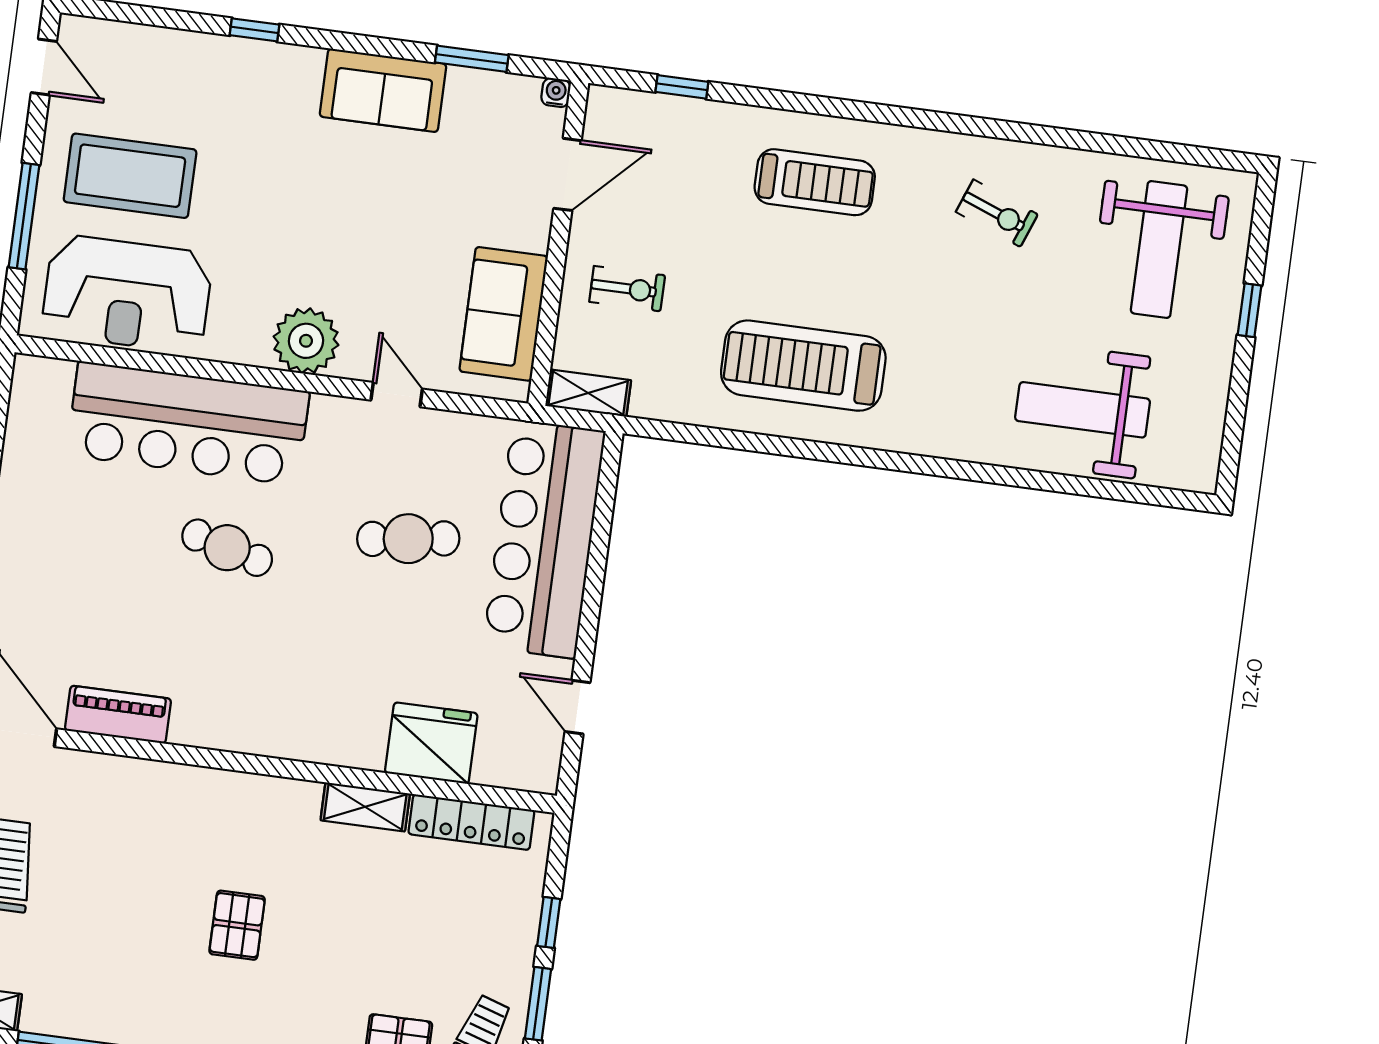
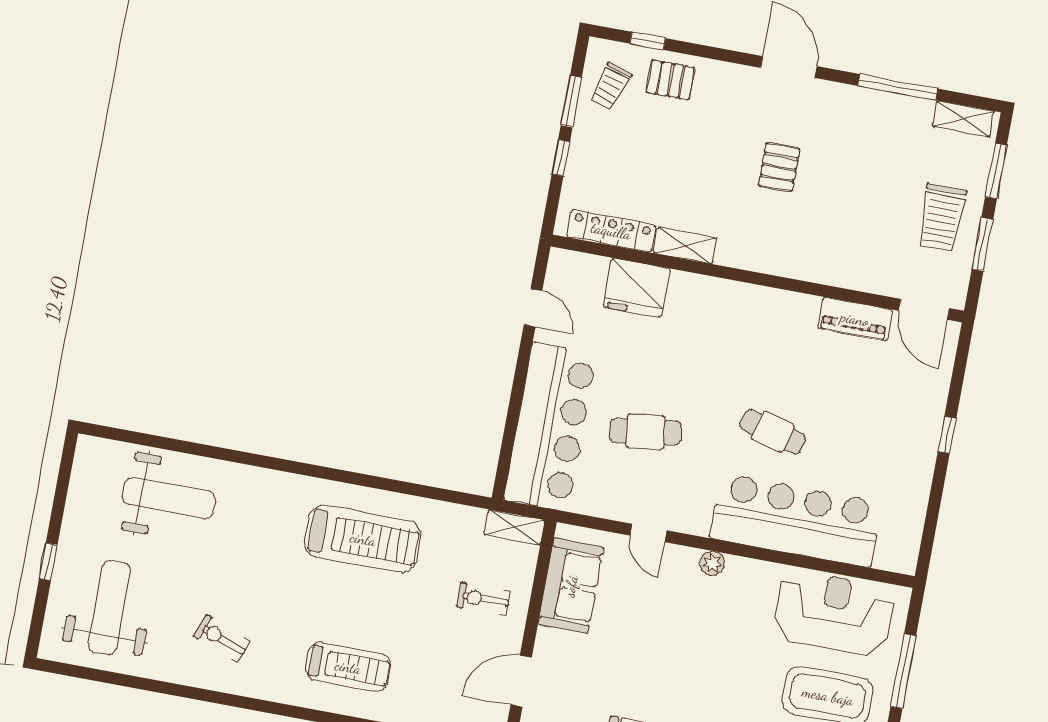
treadmill: (815, 182) -> (348, 667), turned 180
plant: (306, 341) -> (712, 563), width x0.53, depth x0.53

